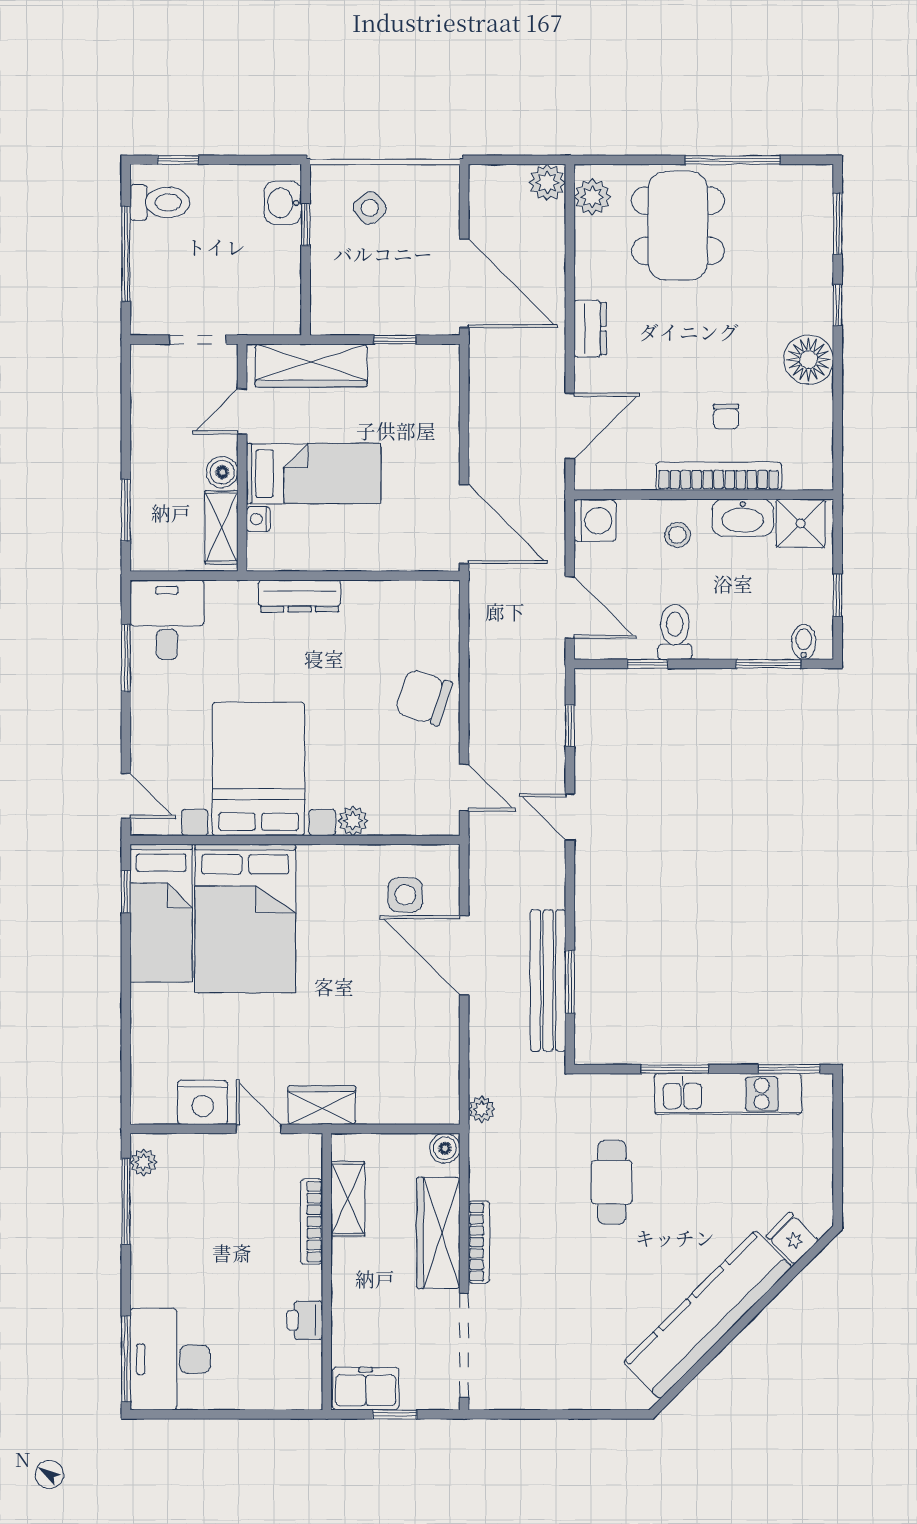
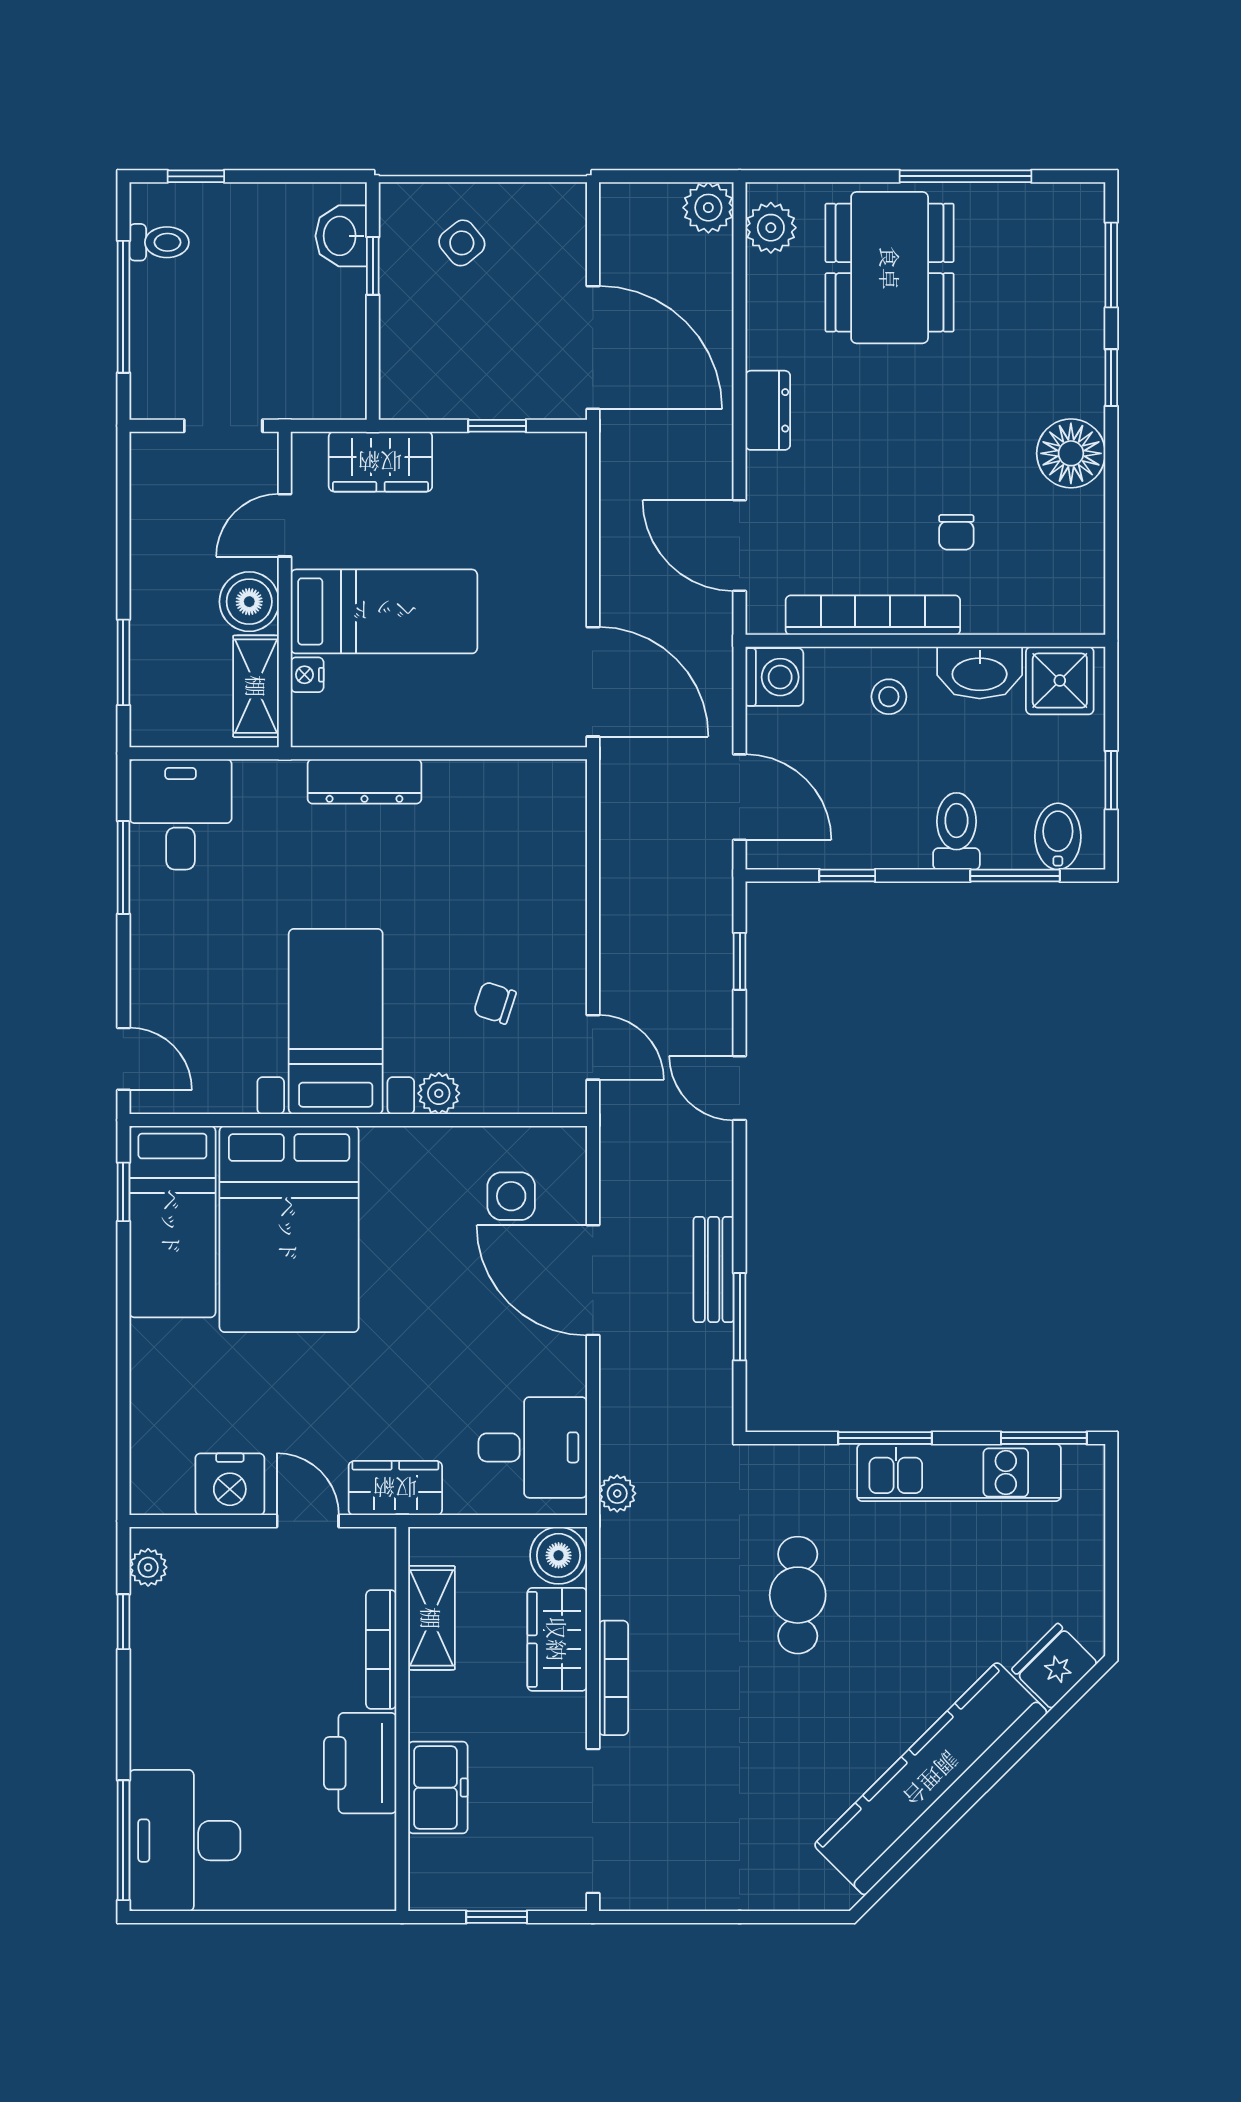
toilet: (160, 203) -> (159, 242), width x0.73, depth x0.72
wardrobe: (311, 365) -> (380, 462), width x0.67
door: (570, 426) -> (740, 545), swing flipped
boiler: (222, 472) -> (249, 602), width x1.36, depth x1.36
bookcase: (719, 476) -> (873, 615), moved
toilet: (675, 632) -> (956, 831), moved
bidet: (804, 642) -> (1058, 836), width x1.38, depth x1.36
chair: (424, 697) -> (495, 1003), moved, width x0.54, depth x0.54
bed with nightstands: (258, 769) -> (336, 1021), width x0.73
bench: (548, 980) -> (714, 1269), width x0.54, depth x0.82
desk: (421, 1076) -> (533, 1447), added
boiler: (445, 1148) -> (559, 1555), width x1.36, depth x1.36
window: (126, 1201) -> (123, 1622), width x0.46
wardrobe: (438, 1233) -> (557, 1639), width x0.67
fridge: (792, 1238) -> (1055, 1666), width x1.38
printer: (305, 1320) -> (360, 1763), width x1.87, depth x1.48
freezer: (366, 1389) -> (438, 1788), moved, turned 90

